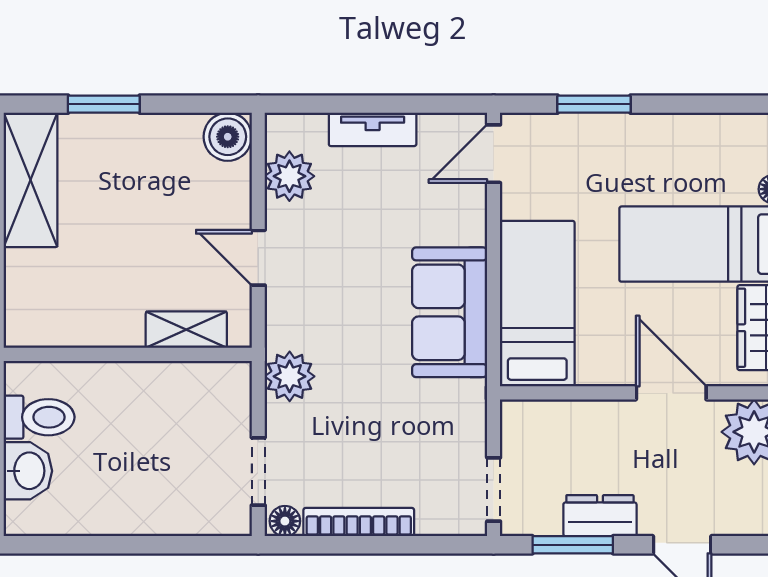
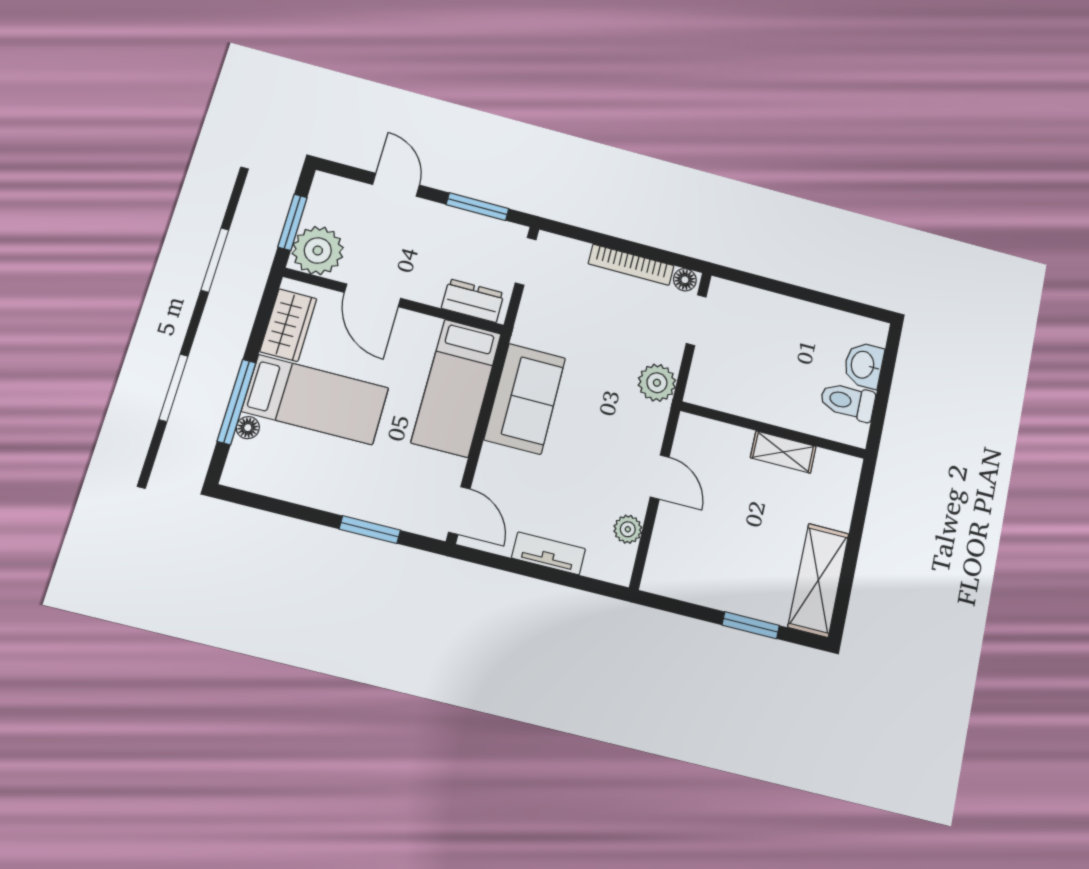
boiler: (228, 137) -> (662, 576), removed
door: (494, 154) -> (459, 511), hinge flipped
plant: (289, 176) -> (628, 529), width x0.73, depth x0.73
shelving: (186, 330) -> (783, 452), moved
dresser: (600, 516) -> (473, 301), moved, turned 180

